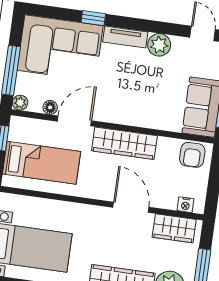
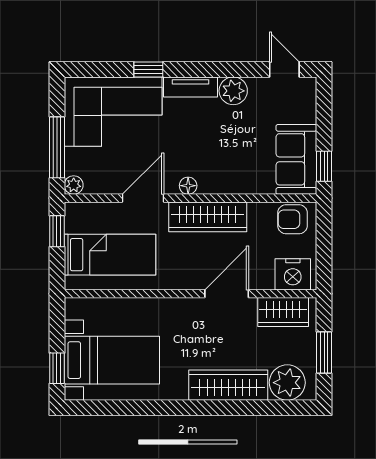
floor lamp: (50, 107) -> (188, 186), moved
armchair: (192, 155) -> (293, 219), turned 90
nightstand: (185, 205) -> (293, 274), width x1.89, depth x1.79
door: (131, 207) -> (227, 294), hinge flipped

